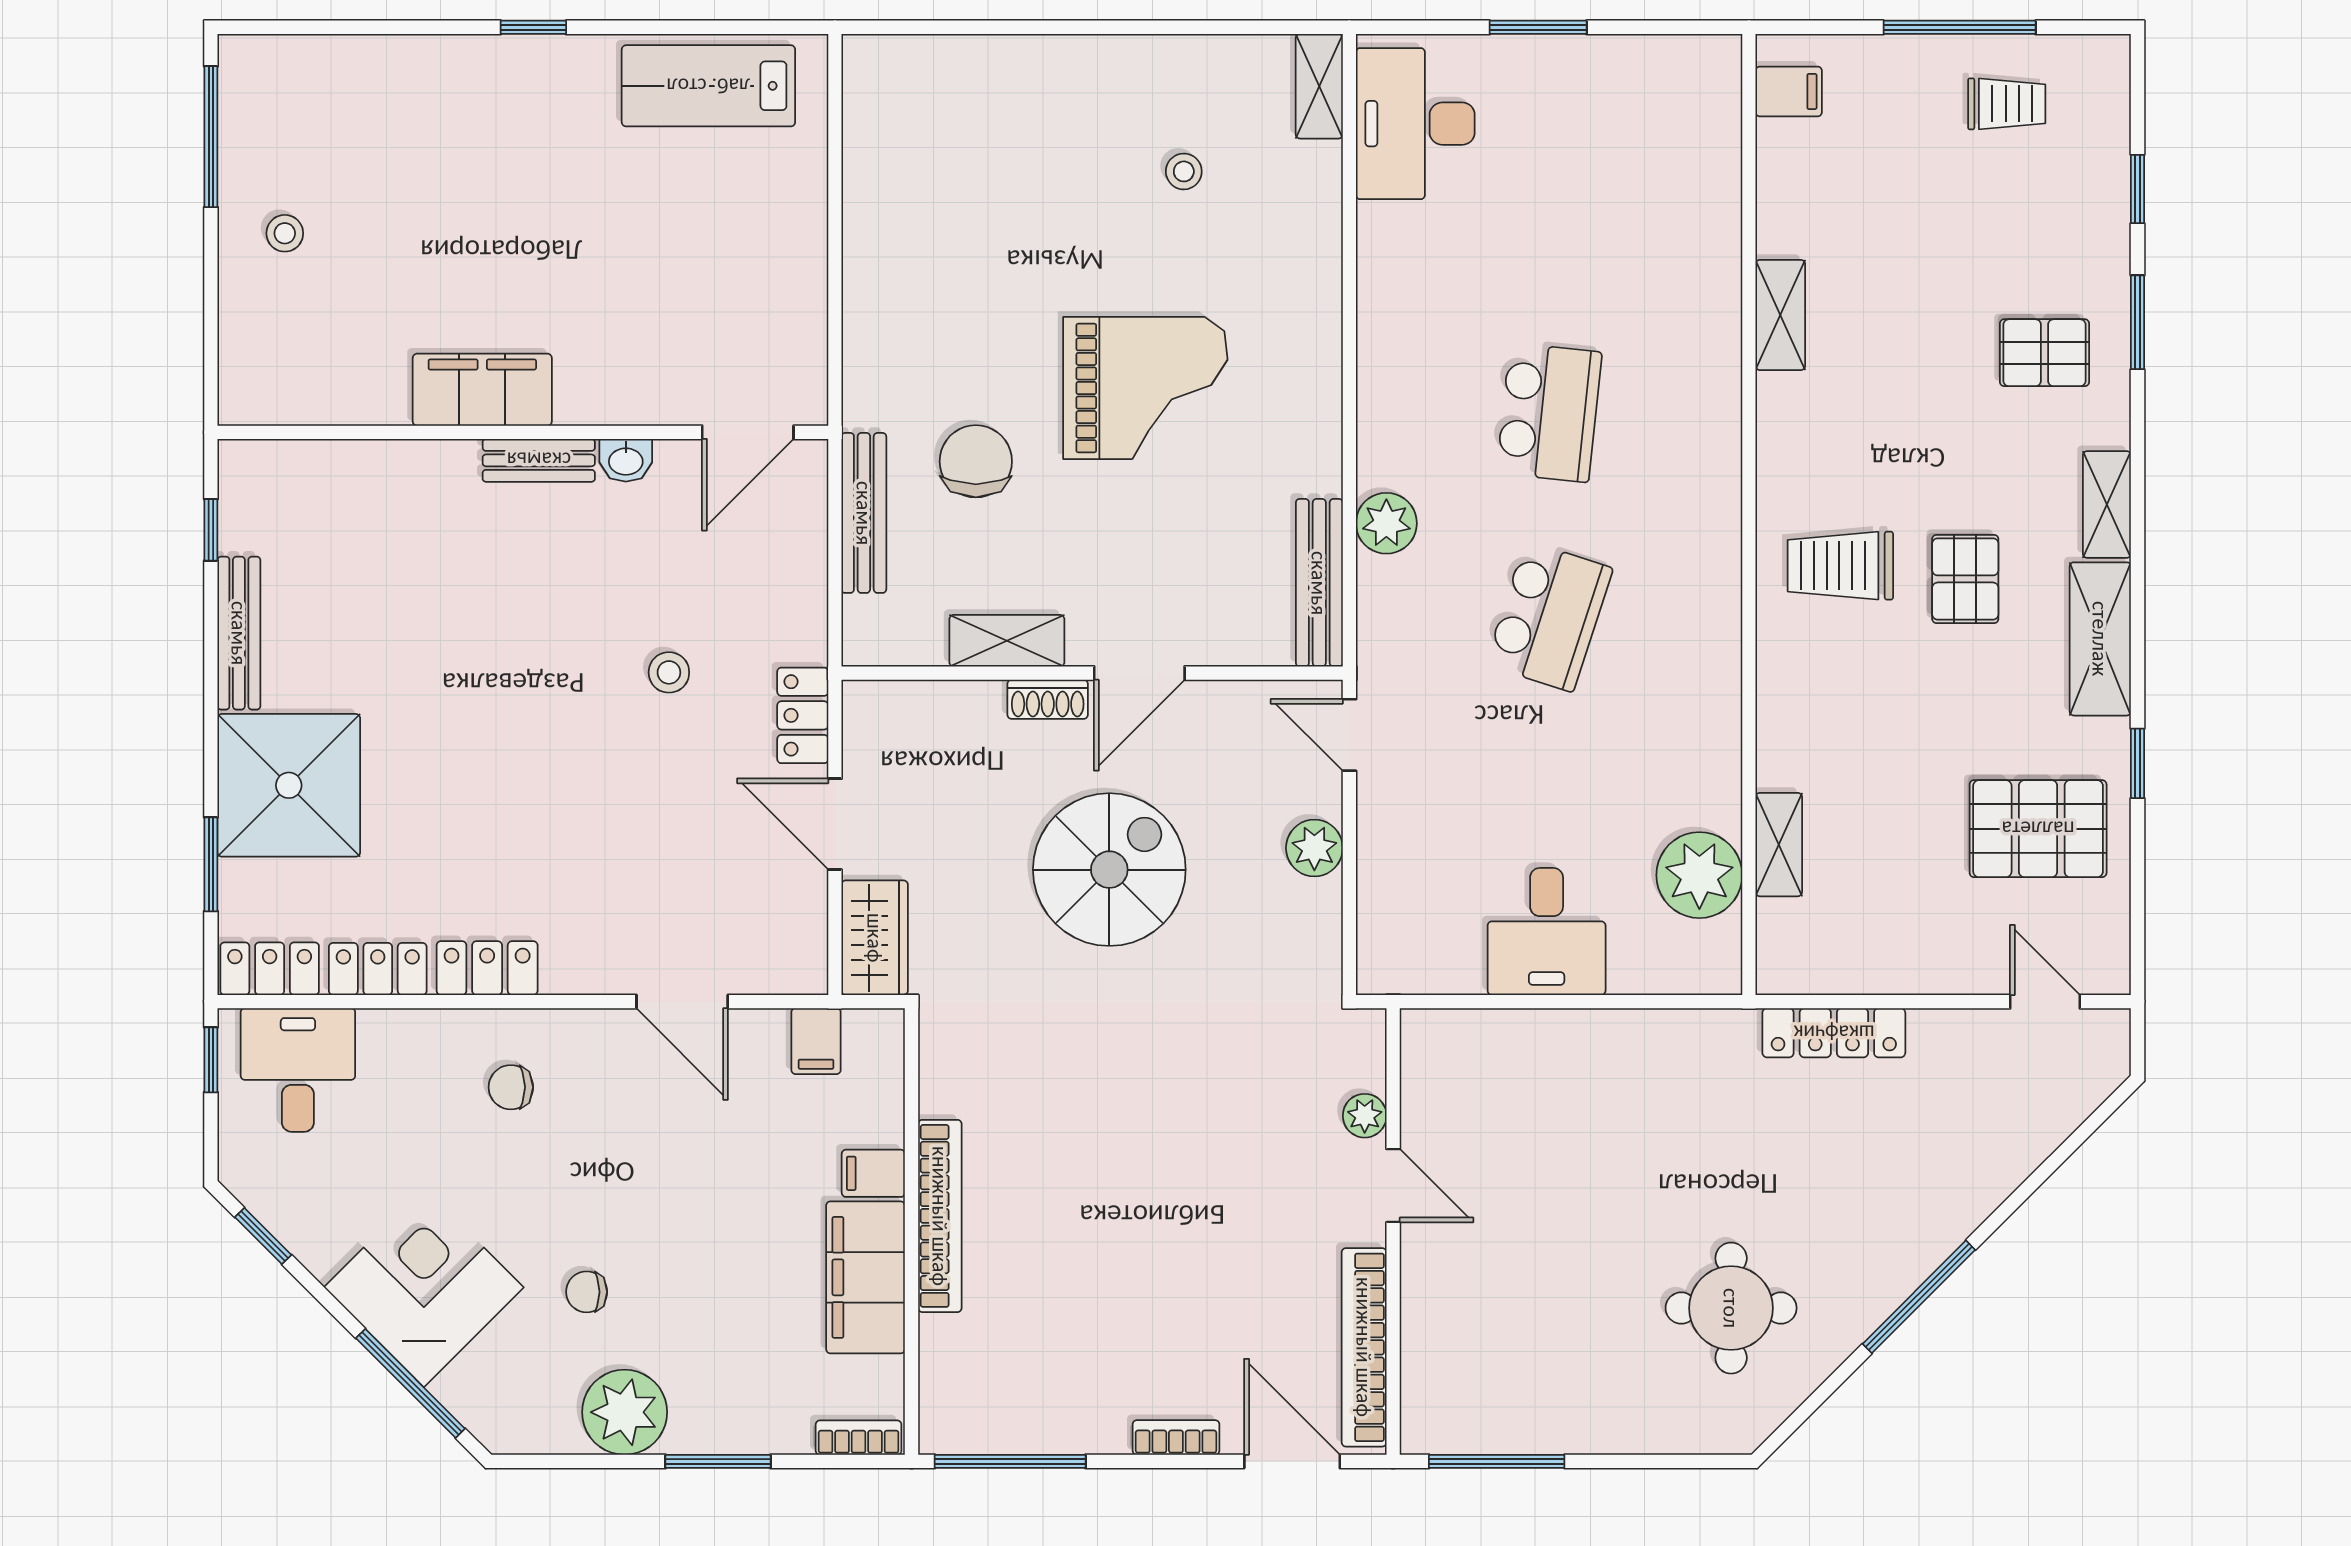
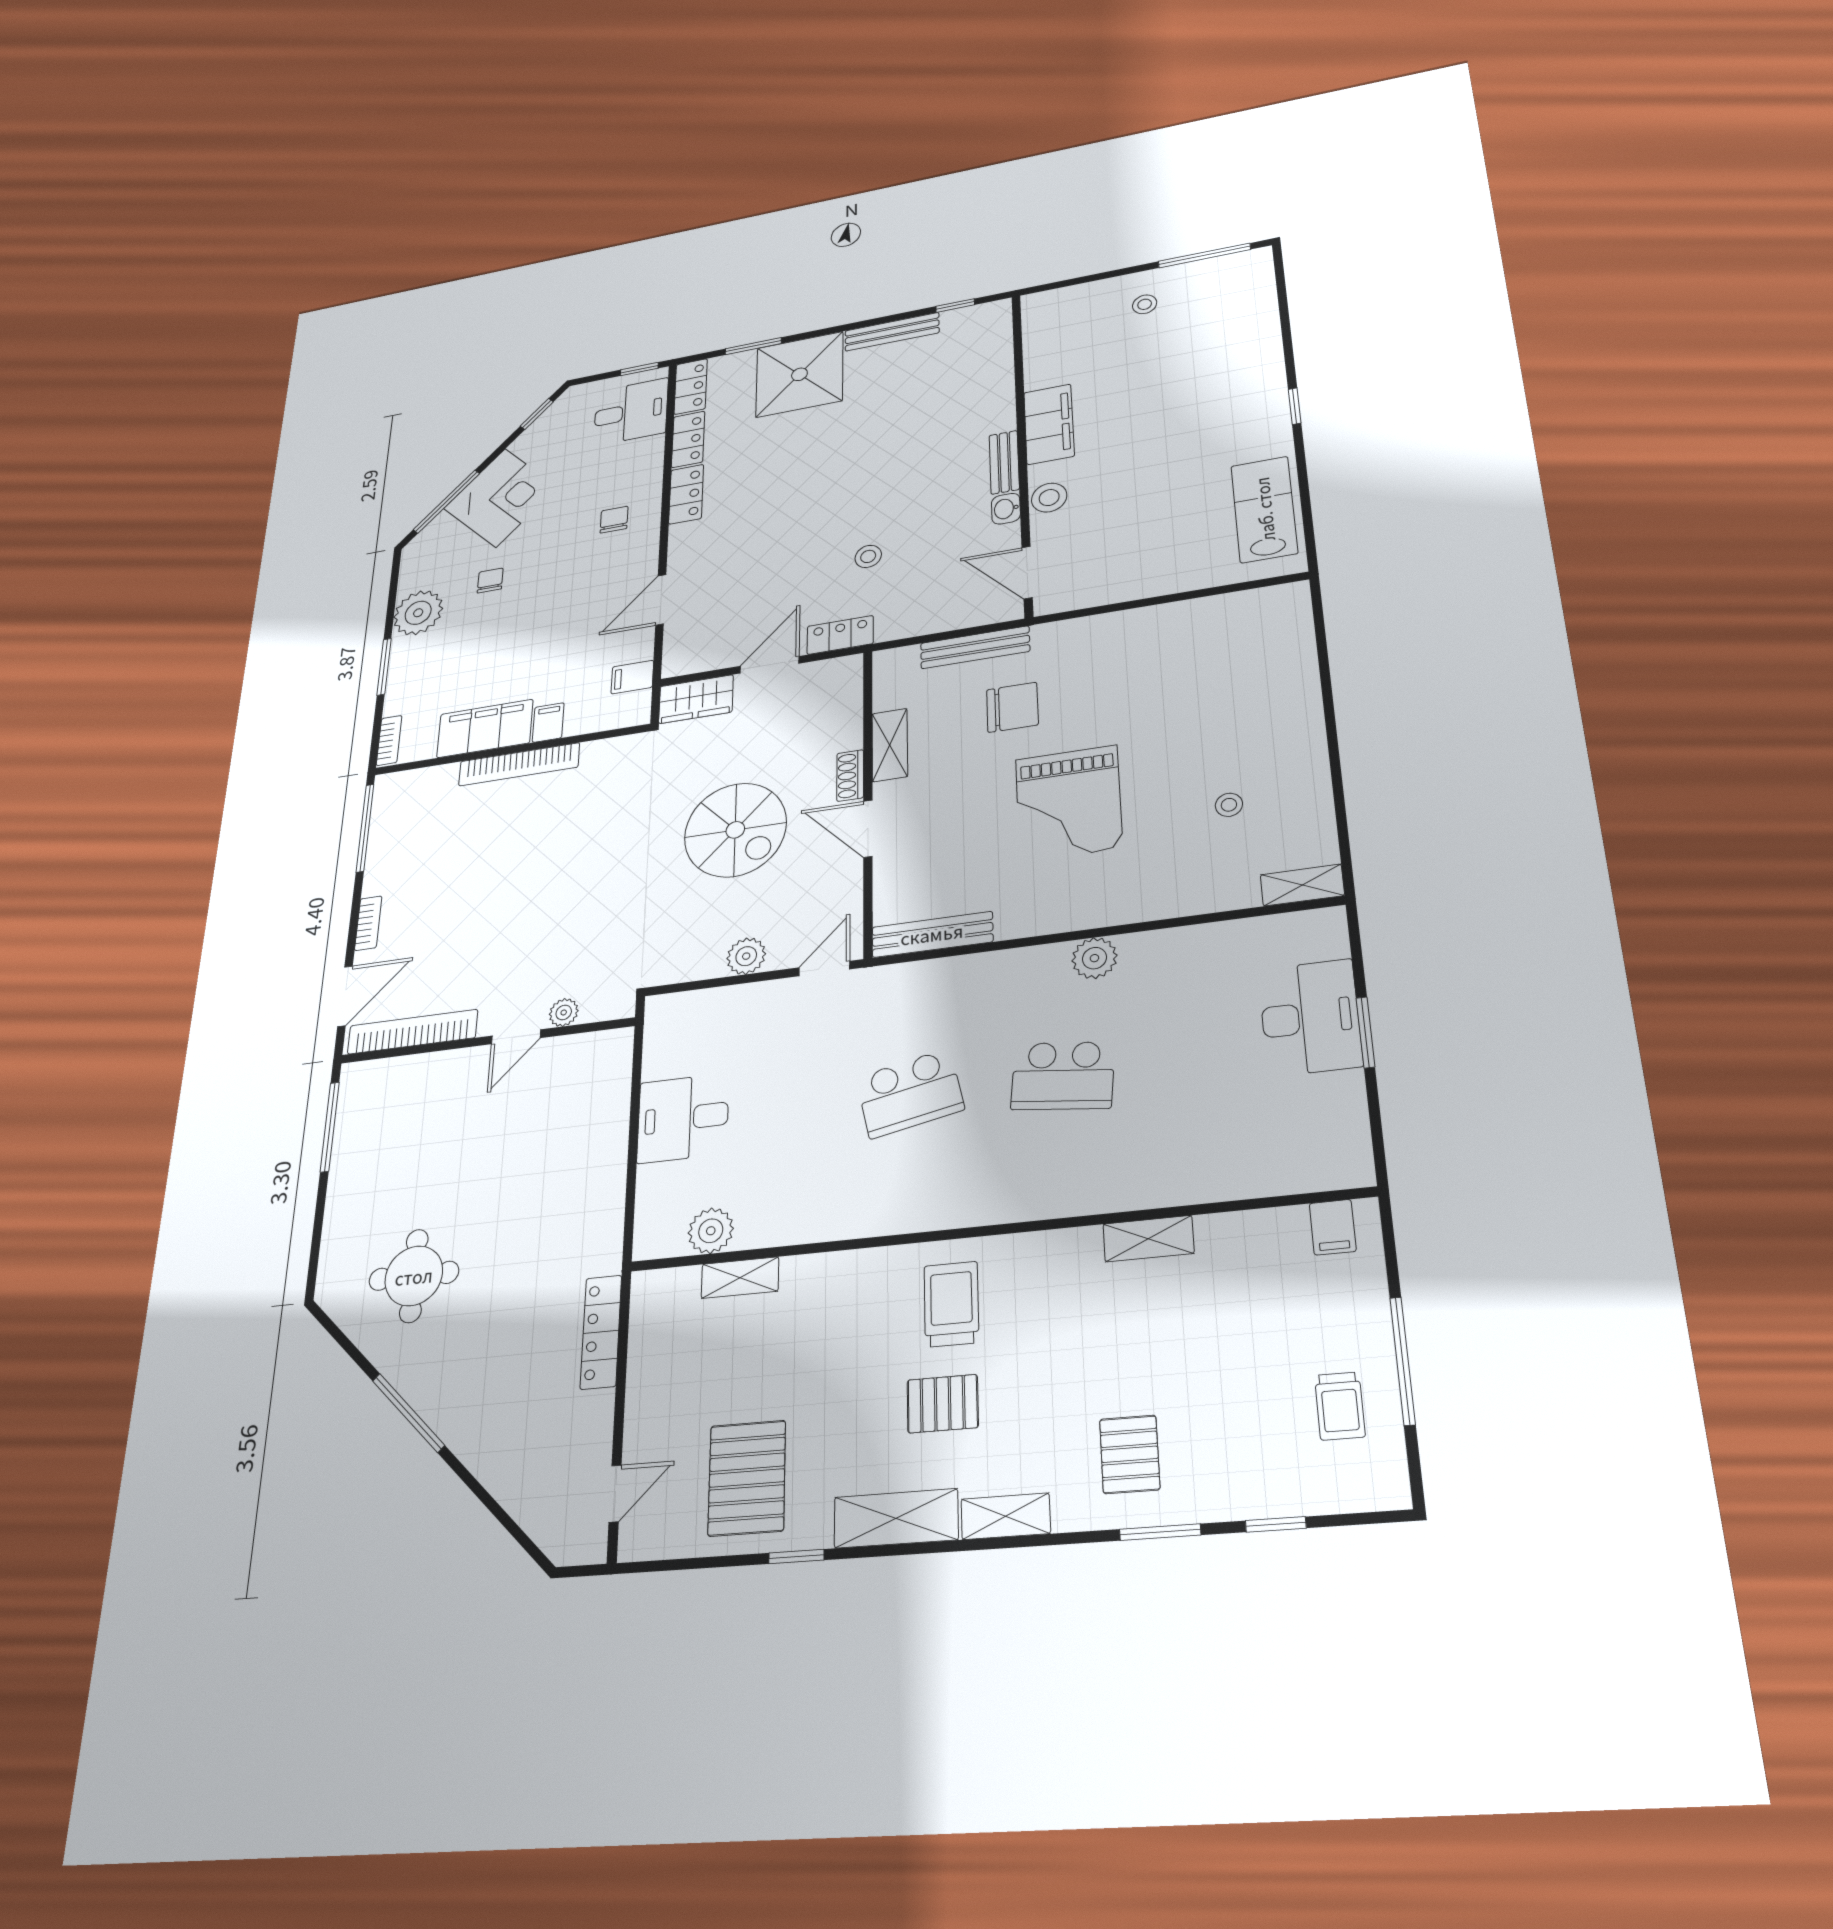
desk: (1415, 124) -> (1310, 1018), moved, turned 90
stool: (620, 395) -> (1049, 498), added
plant: (1386, 523) -> (1094, 958), moved
school desk: (1549, 616) -> (910, 1093), turned -30
plant: (1699, 875) -> (711, 1231), width x0.73, depth x0.73

